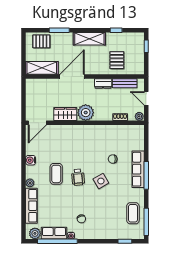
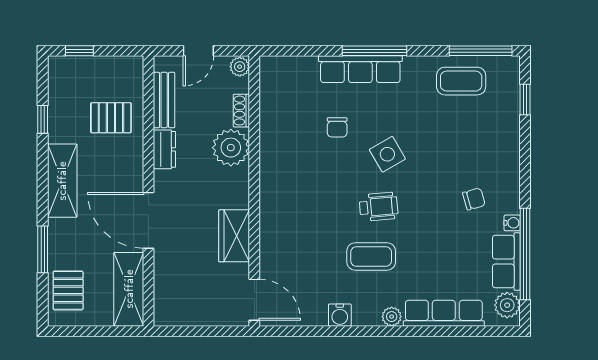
plant: (86, 113) -> (231, 148), moved

